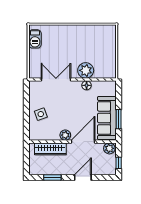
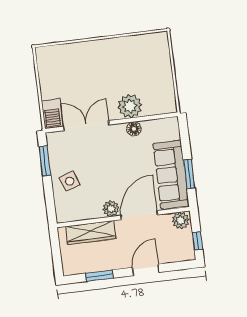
barbecue: (35, 39) -> (52, 114), moved
window: (26, 99) -> (45, 161), added

